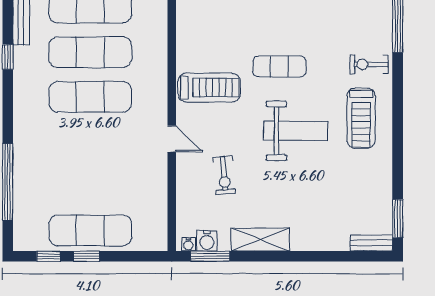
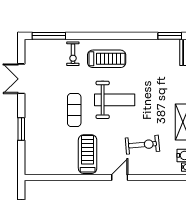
weight bench: (296, 131) -> (115, 100), turned 90
exercise bike: (224, 175) -> (142, 145), width x1.38, depth x1.39

